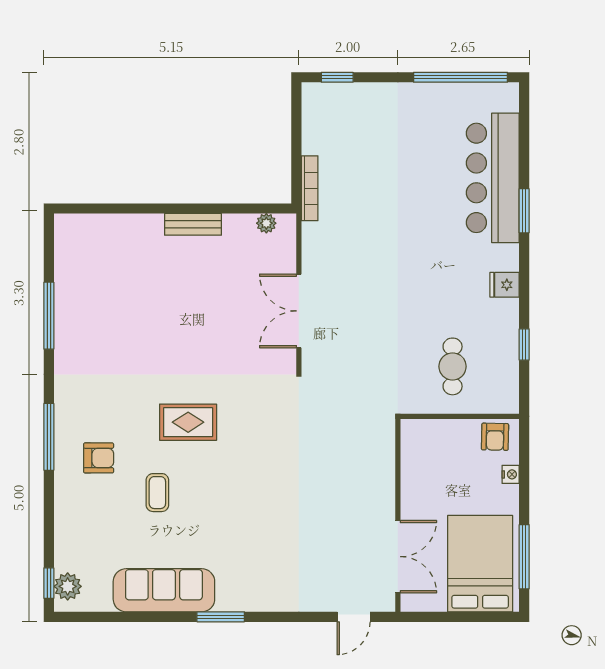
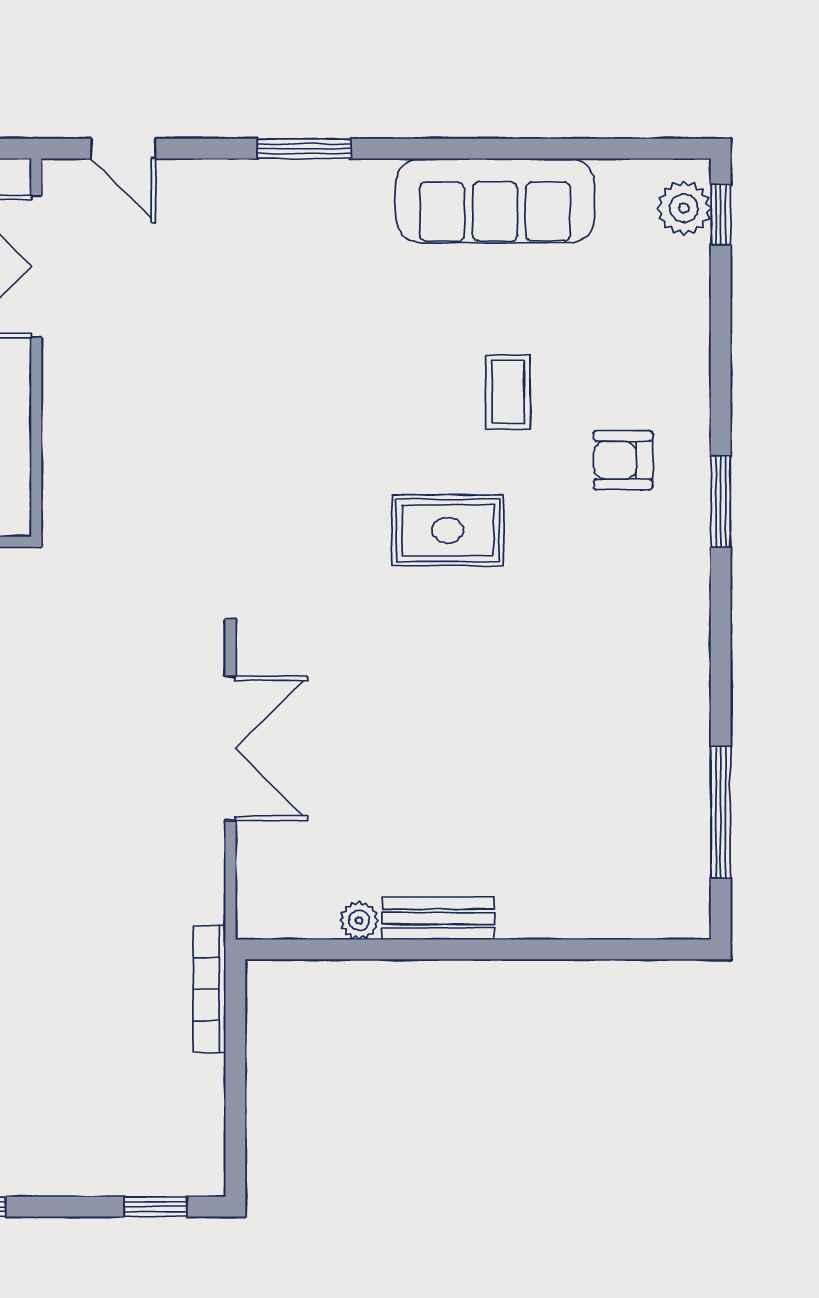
plant: (266, 223) -> (359, 920), moved
window: (49, 316) -> (721, 812), moved
window: (49, 437) -> (721, 502), width x0.69
window: (221, 617) -> (304, 149), moved
door: (354, 617) -> (123, 149), swing flipped

